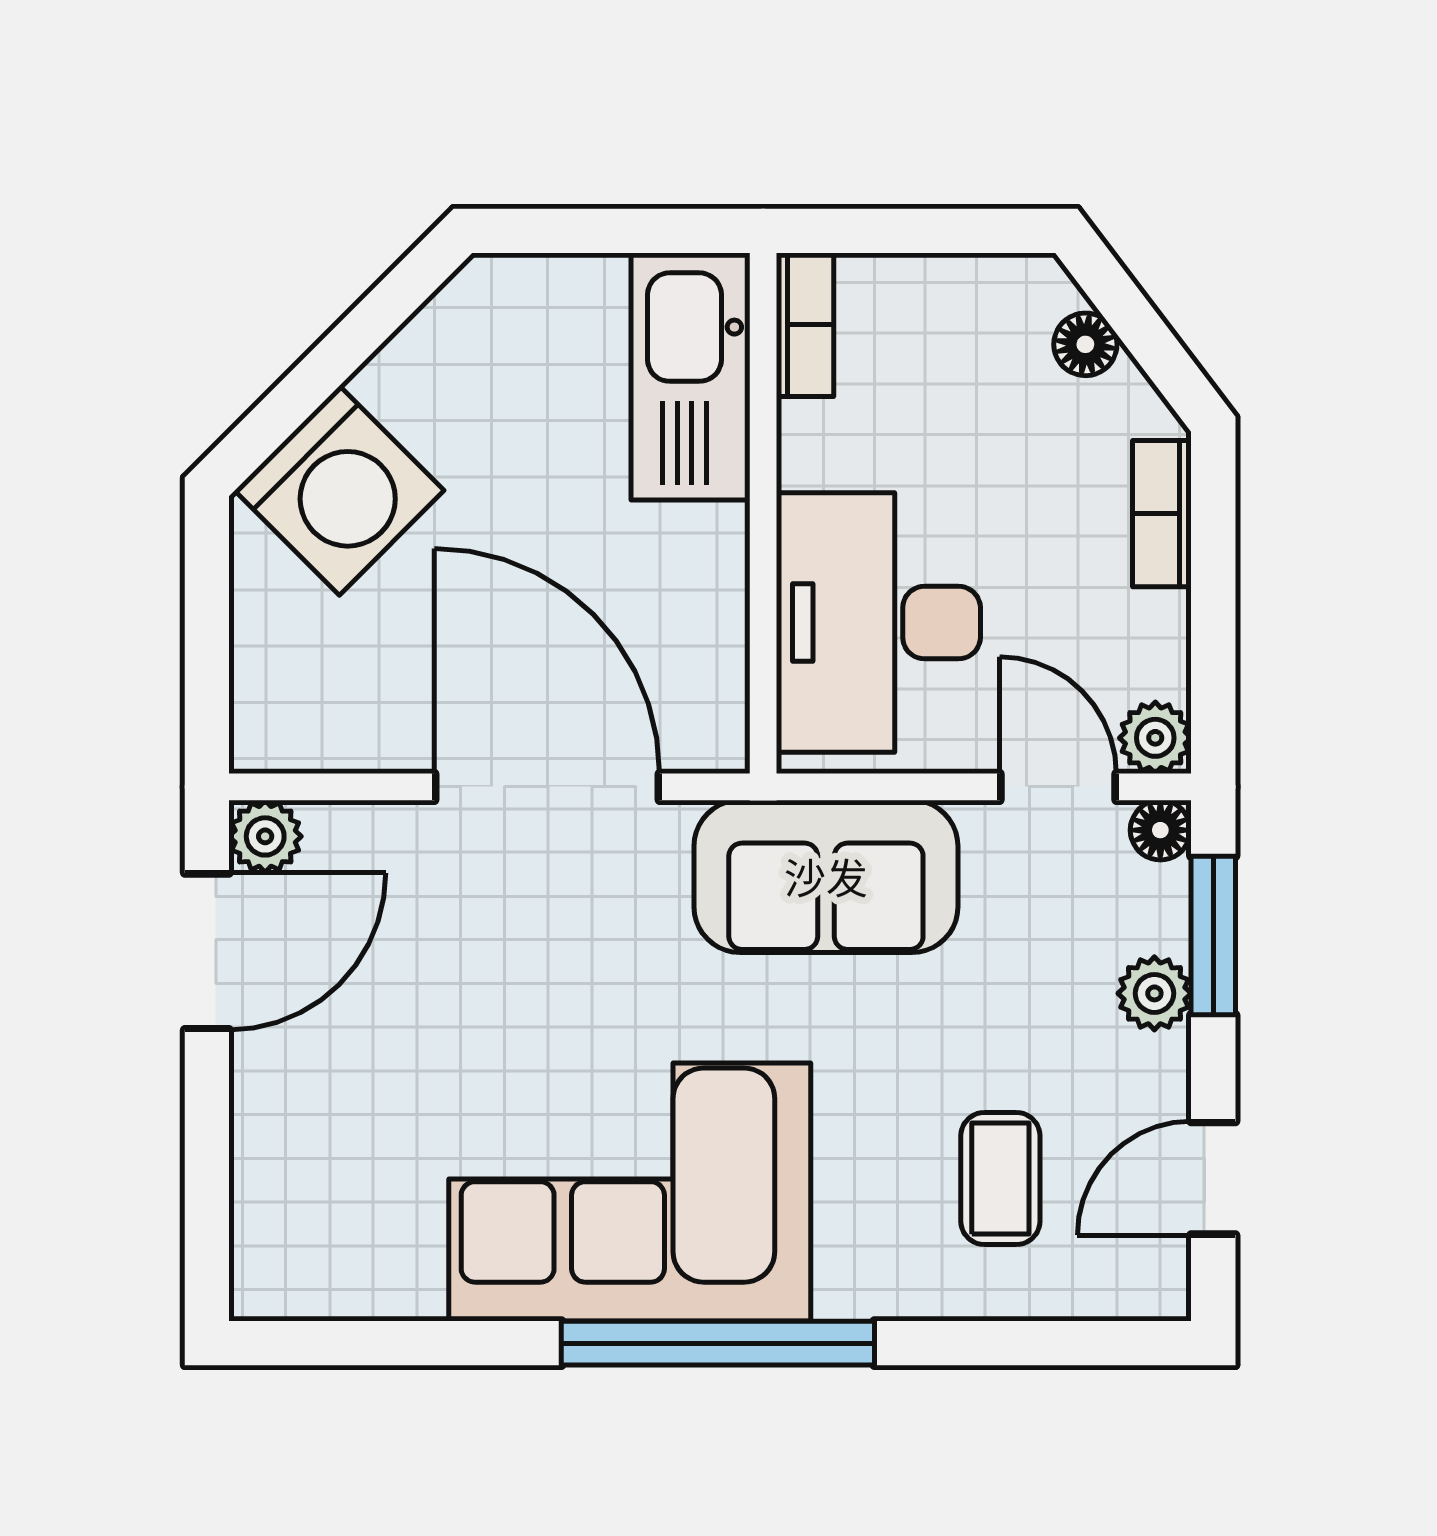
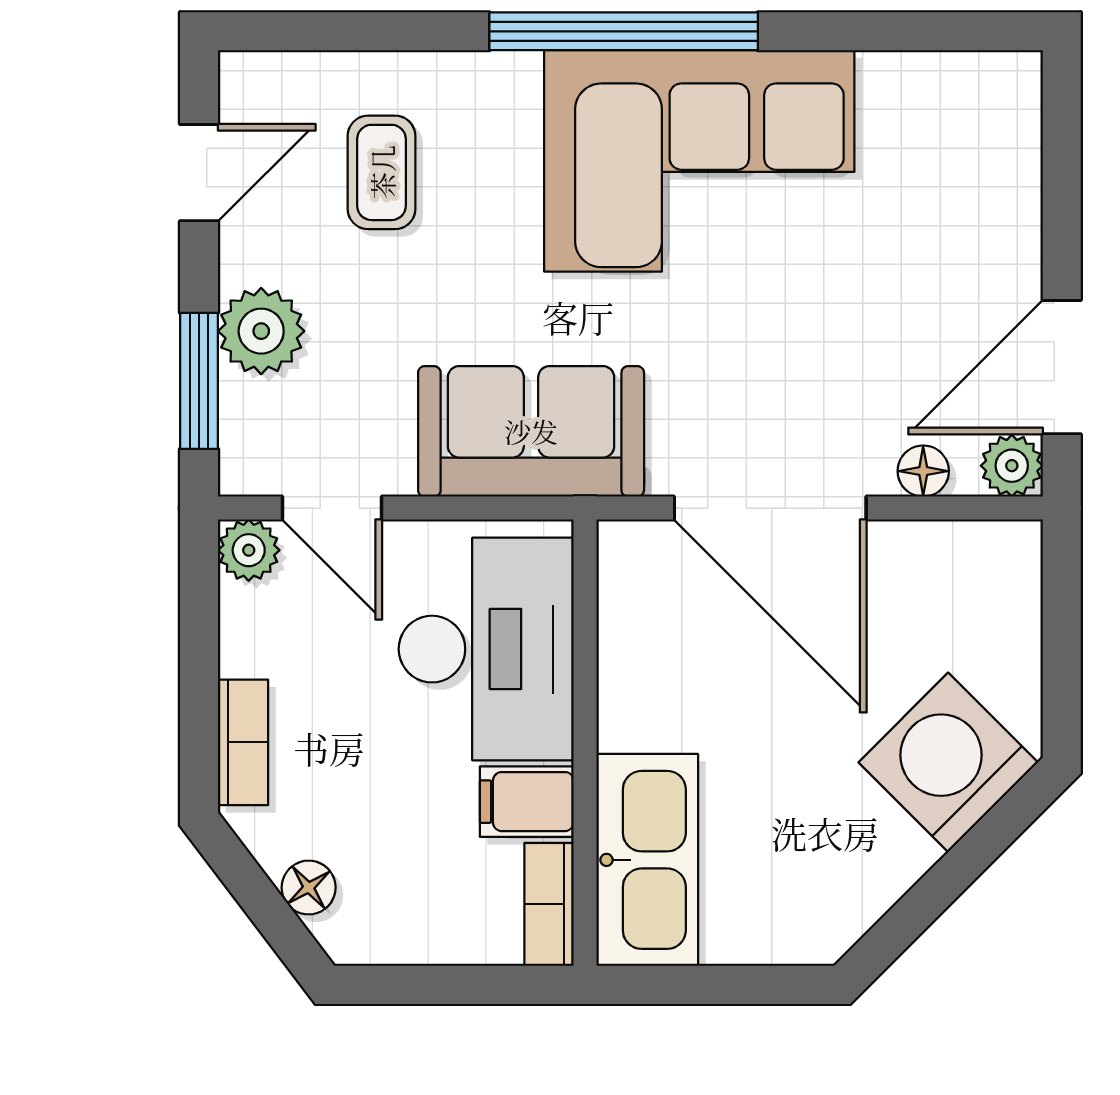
filing cabinet: (831, 445) -> (527, 802), added
floor lamp: (1160, 830) -> (923, 471), moved
plant: (1154, 993) -> (261, 331), width x1.38, depth x1.38

